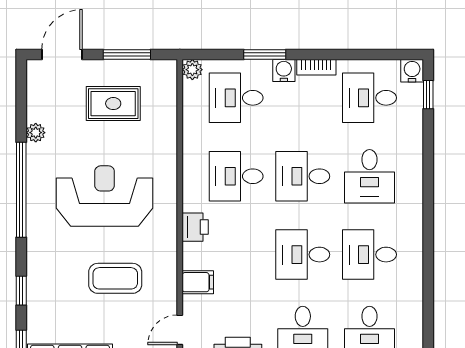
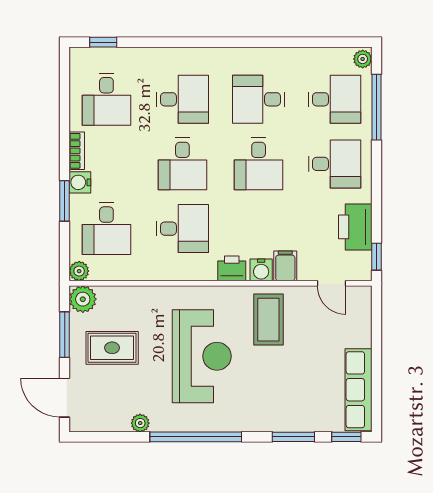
water cooler: (412, 71) -> (261, 270), moved, turned -90
plant: (163, 73) -> (83, 299), added
rug: (113, 104) -> (112, 348), turned 90
desk: (236, 176) -> (182, 229), turned -90
reception desk: (105, 196) -> (202, 356), turned 180
desk: (369, 255) -> (259, 99), turned 90
coffee table: (115, 278) -> (268, 320), moved
window: (21, 291) -> (293, 437), width x1.50

